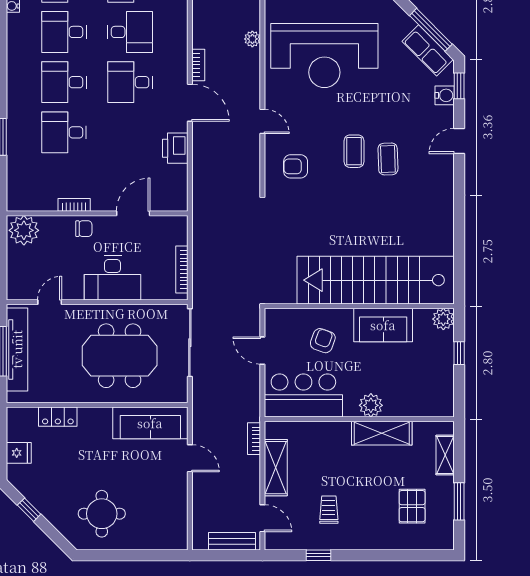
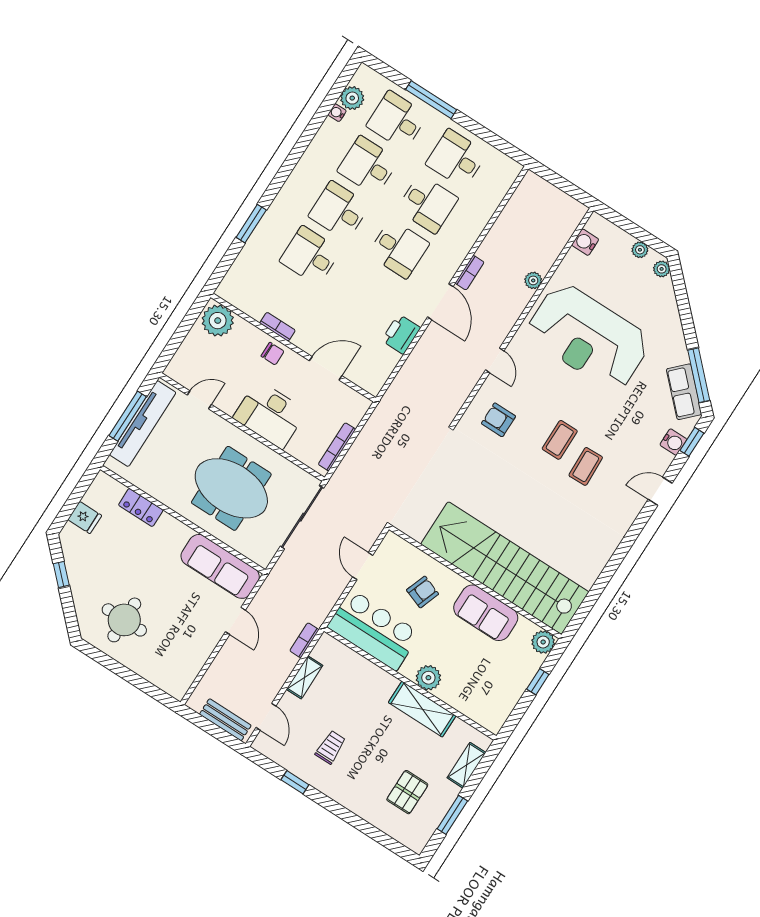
desk: (130, 82) -> (398, 249), turned 180
shelving: (276, 468) -> (305, 677), width x0.67, depth x0.75

